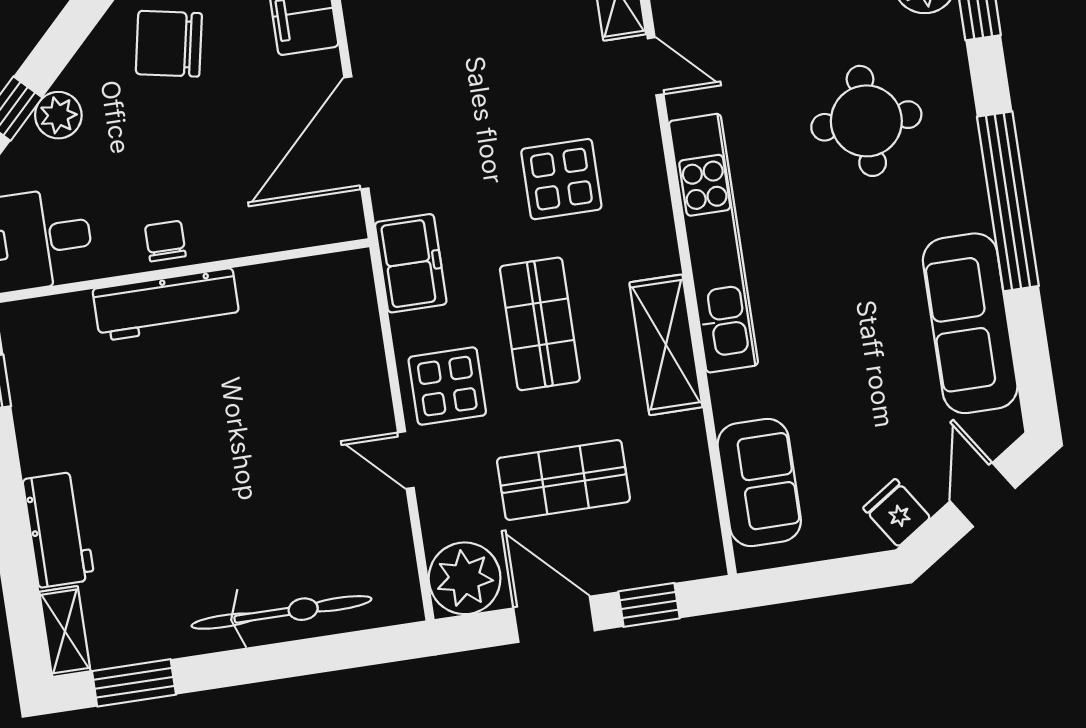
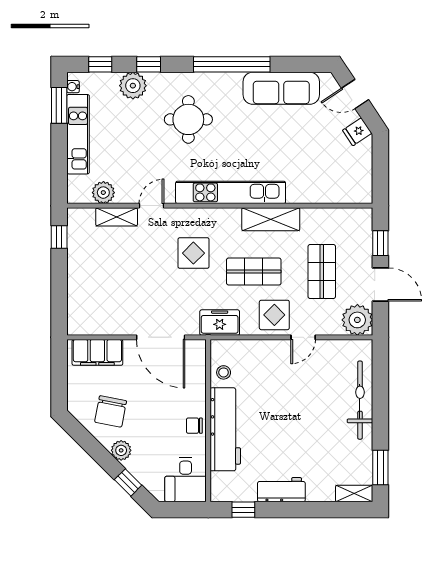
plant: (58, 115) -> (121, 450), moved
stool: (298, 290) -> (224, 372), added
workbench: (166, 305) -> (225, 429), width x1.36, depth x1.32
sofa: (759, 483) -> (335, 188), removed
workbench: (59, 530) -> (281, 490), moved
door: (554, 619) -> (380, 284), swing flipped

